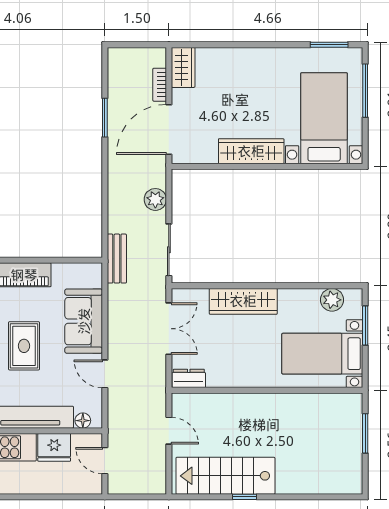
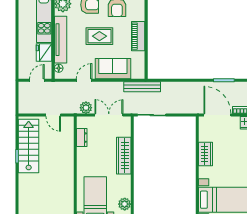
wardrobe: (251, 151) -> (206, 154), width x0.67
plant: (155, 199) -> (86, 108), moved
bench: (117, 259) -> (142, 87), width x1.36
double door: (169, 329) -> (109, 115), swing flipped
dresser: (189, 378) -> (82, 138), moved
door: (169, 431) -> (53, 115), hinge flipped

